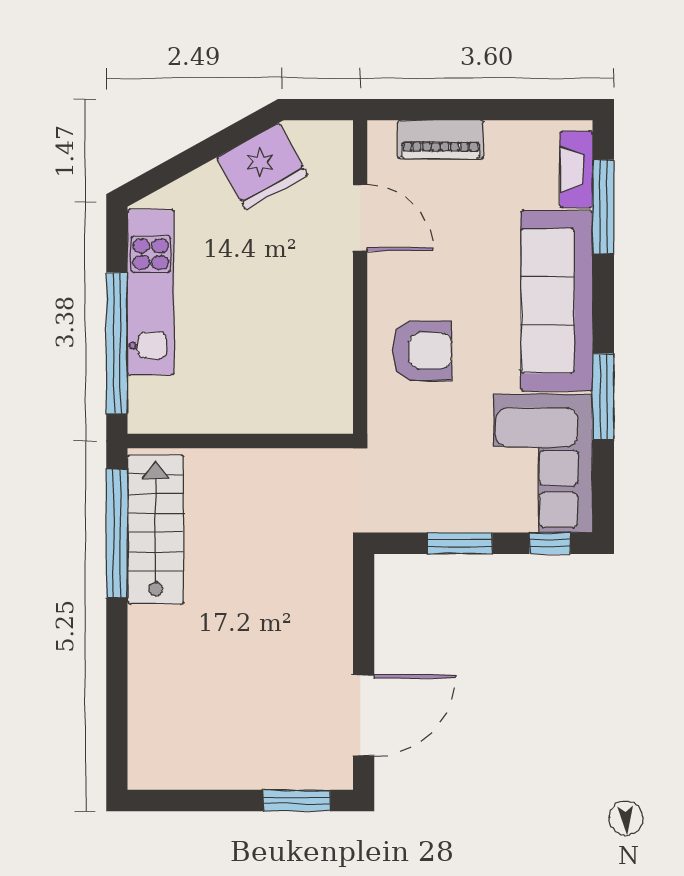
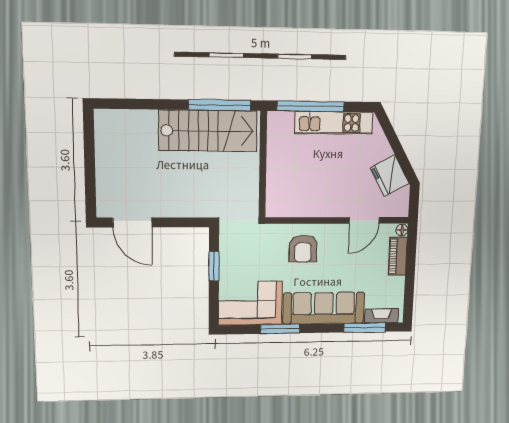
floor lamp: (382, 133) -> (402, 230), added
stairs: (156, 529) -> (208, 131), width x1.36, depth x1.51
window: (550, 543) -> (214, 306), removed
window: (297, 800) -> (90, 191), removed

